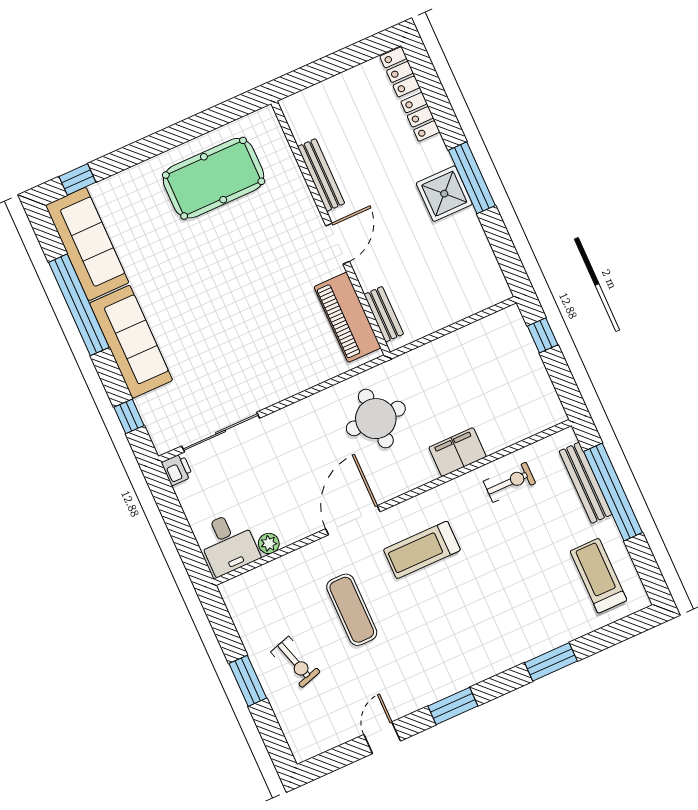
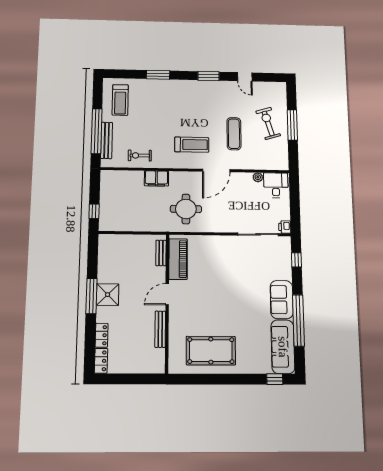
sofa: (131, 342) -> (282, 300), width x0.73
exercise bike: (295, 662) -> (268, 123), width x1.38, depth x1.39
window: (248, 681) -> (292, 125), width x1.44
door: (382, 738) -> (245, 77), hinge flipped

